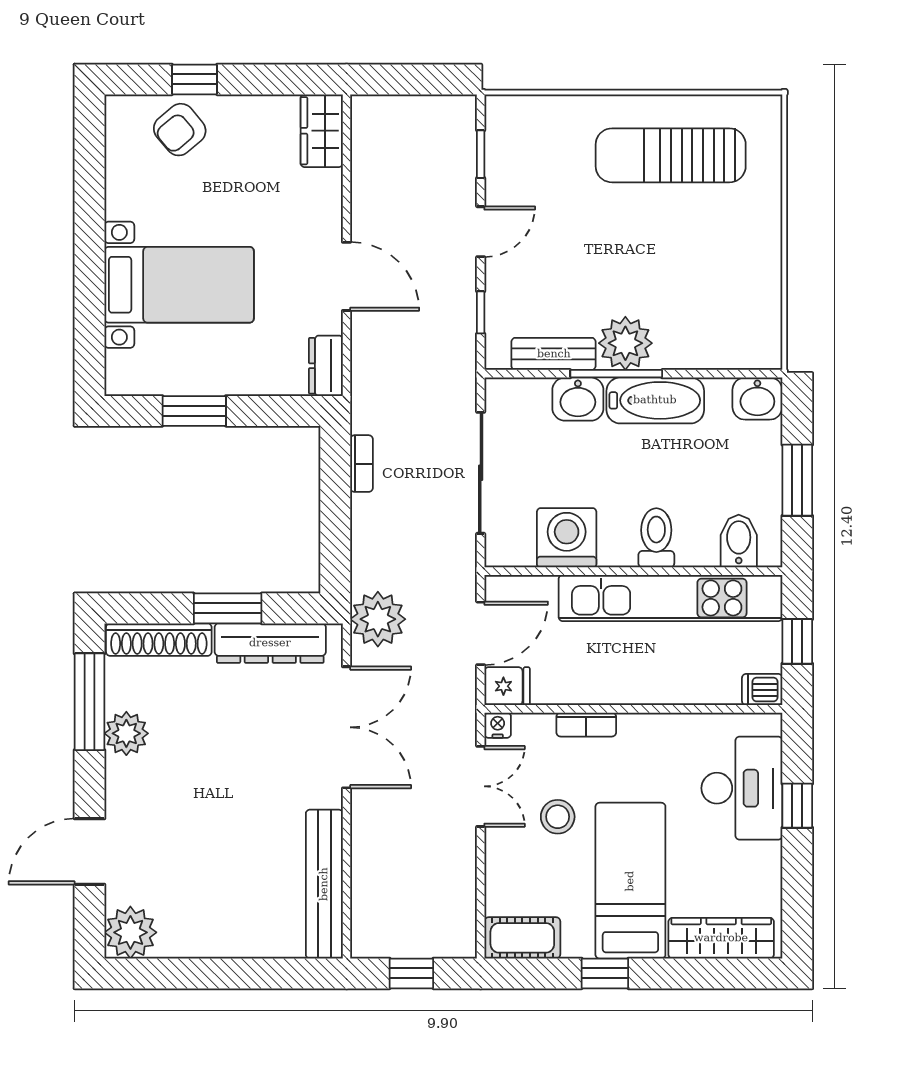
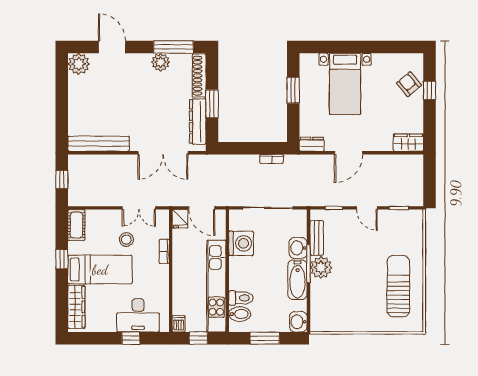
toilet: (656, 538) -> (241, 298), moved
plant: (378, 619) -> (208, 166), removed
nightstand: (498, 725) -> (164, 215), removed

